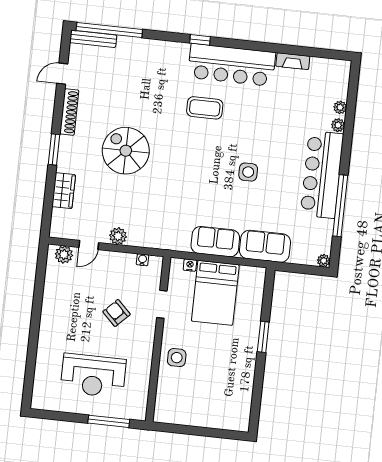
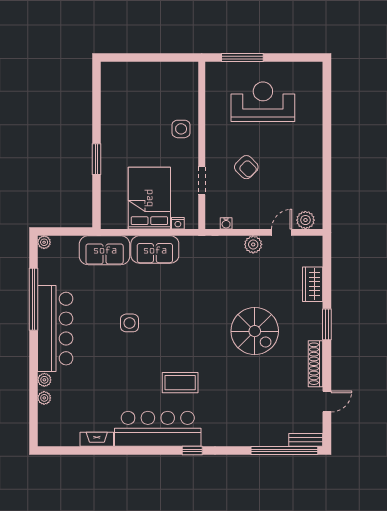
bench: (93, 39) -> (306, 440), width x0.73

